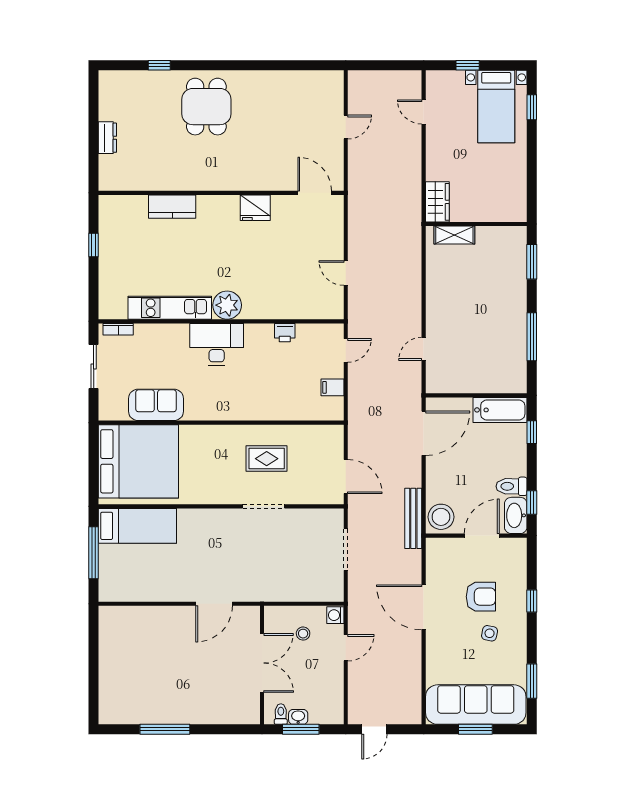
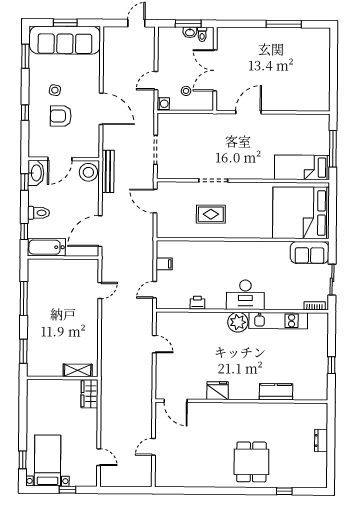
sofa: (156, 405) -> (310, 253), moved
toilet: (512, 486) -> (39, 213), moved

